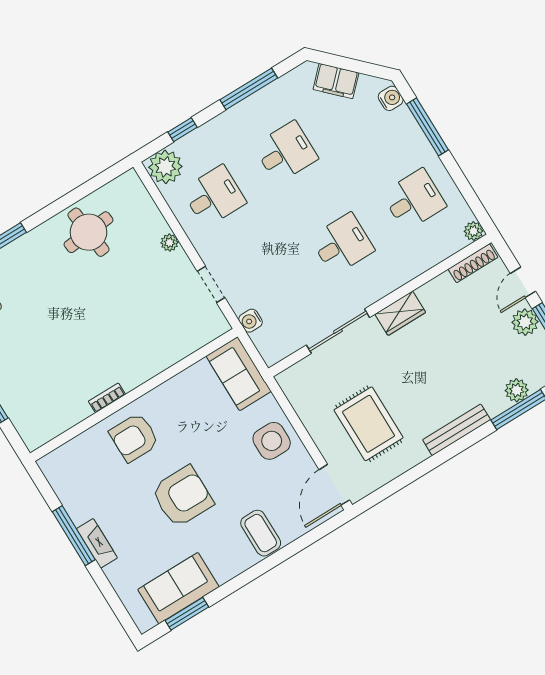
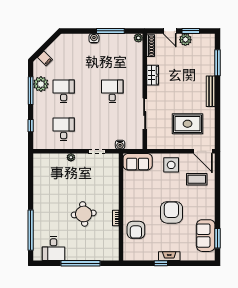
filing cabinet: (336, 81) -> (45, 58), width x0.50
water cooler: (391, 98) -> (94, 38), moved
window: (427, 127) -> (110, 31), moved
plant: (165, 167) -> (41, 84), moved
desk: (414, 200) -> (112, 53), removed
round table: (89, 232) -> (84, 214), moved
wardrobe: (400, 313) -> (153, 75), moved
plant: (517, 390) -> (210, 59), removed
armchair: (134, 437) -> (136, 230), moved
coffee table: (261, 533) -> (197, 179), moved
window: (74, 536) -> (161, 263), width x0.46

